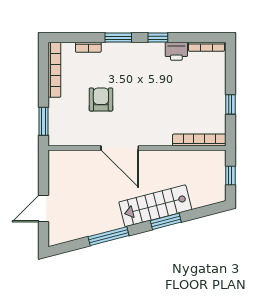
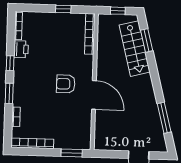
armchair: (101, 99) -> (66, 84), moved
door: (120, 148) -> (94, 95), hinge flipped
stairs: (155, 206) -> (135, 49), moved
window: (166, 221) -> (147, 40), moved
window: (108, 236) -> (164, 118), moved

